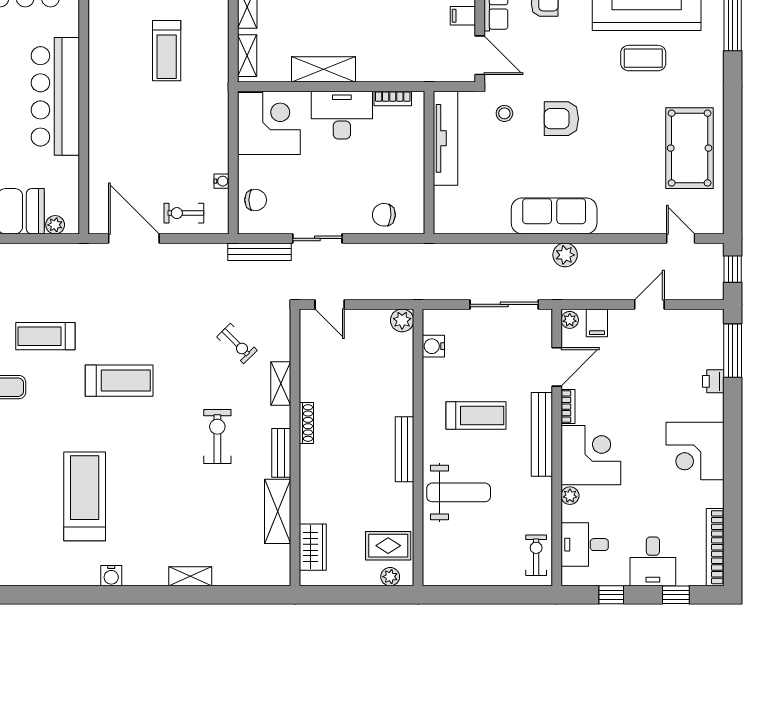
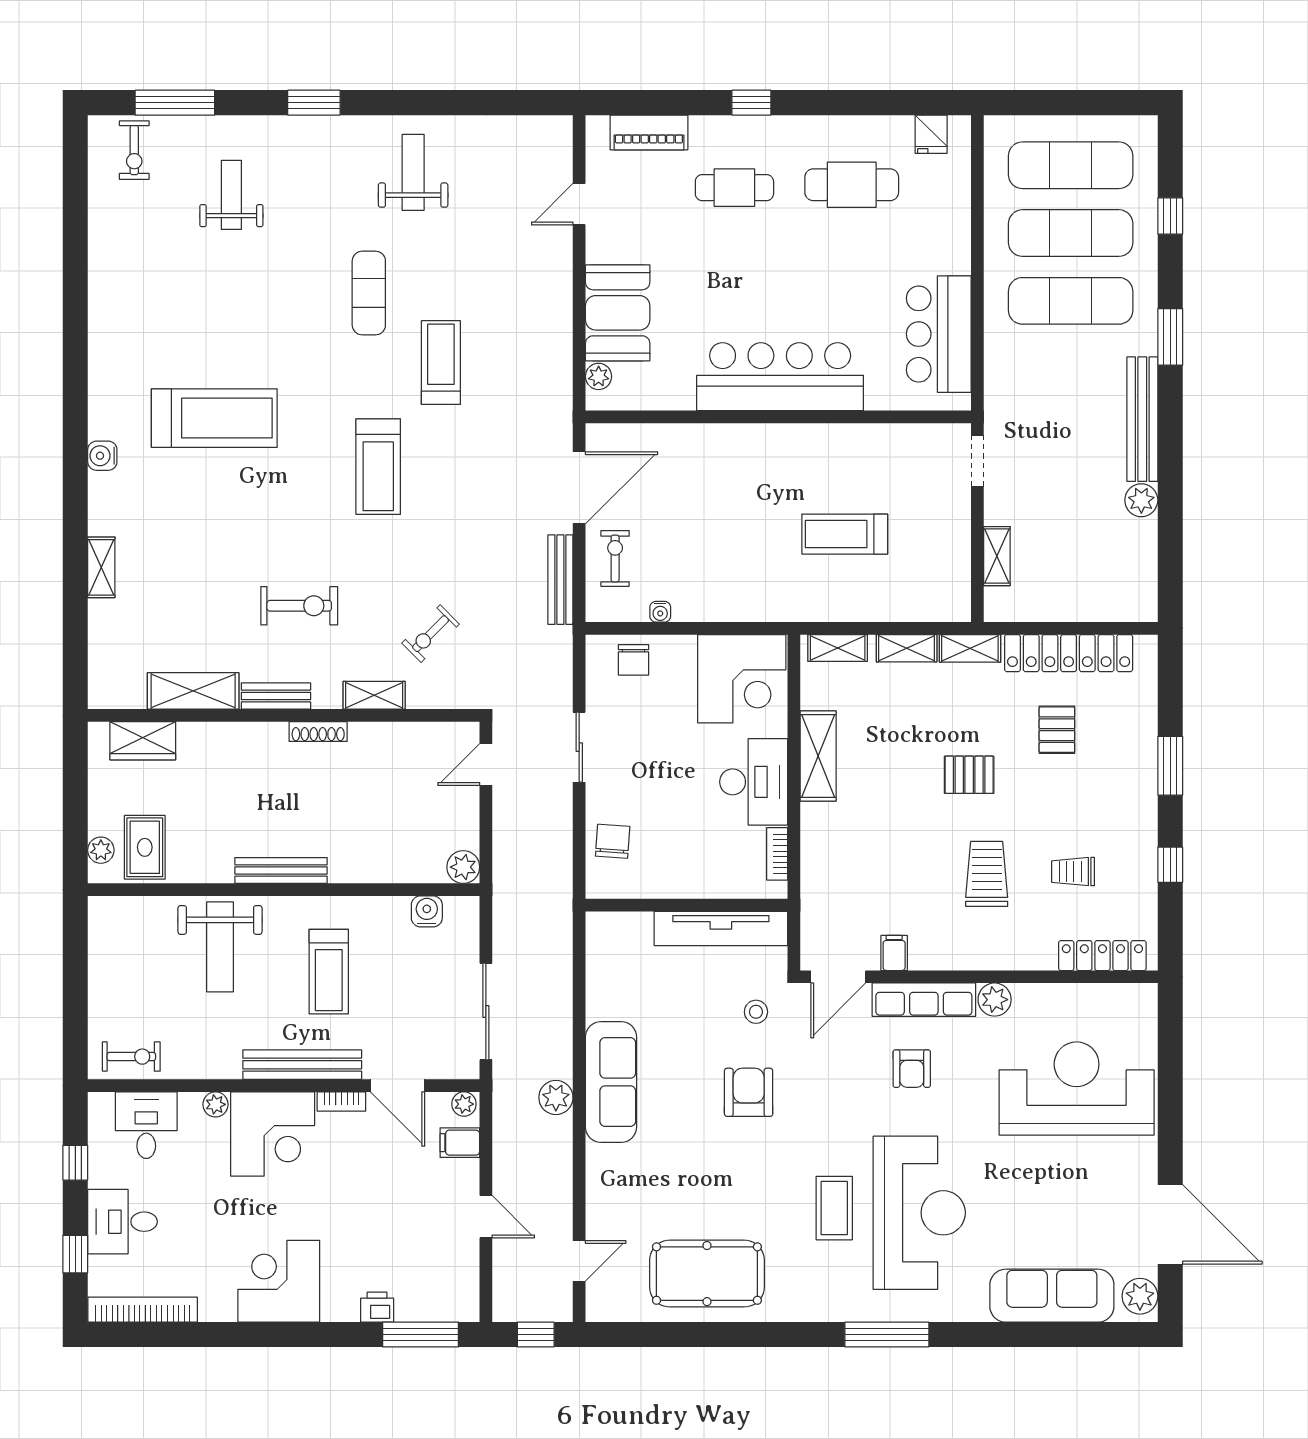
bench: (259, 252) -> (560, 580), moved

